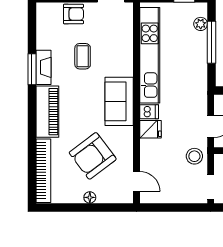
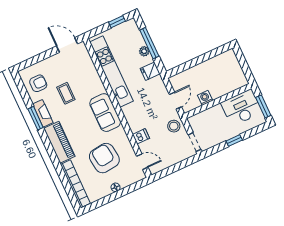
armchair: (73, 14) -> (38, 83), moved
plant: (201, 24) -> (144, 51), moved
dishwasher: (149, 112) -> (141, 136), moved
fridge: (150, 129) -> (150, 71), moved, turned 180
armchair: (93, 156) -> (104, 158), turned 120

